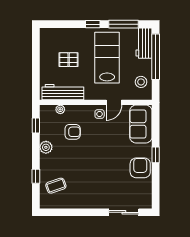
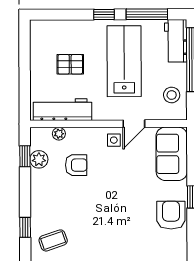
plant: (46, 147) -> (39, 159), moved

